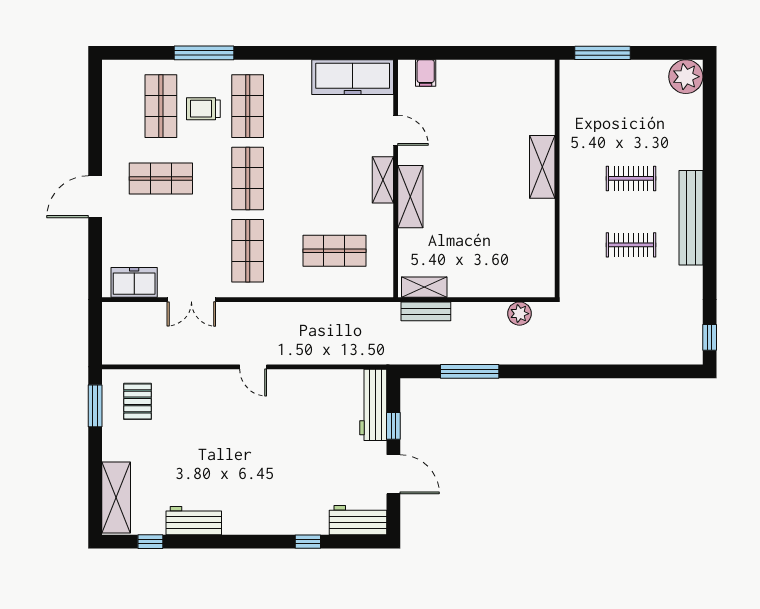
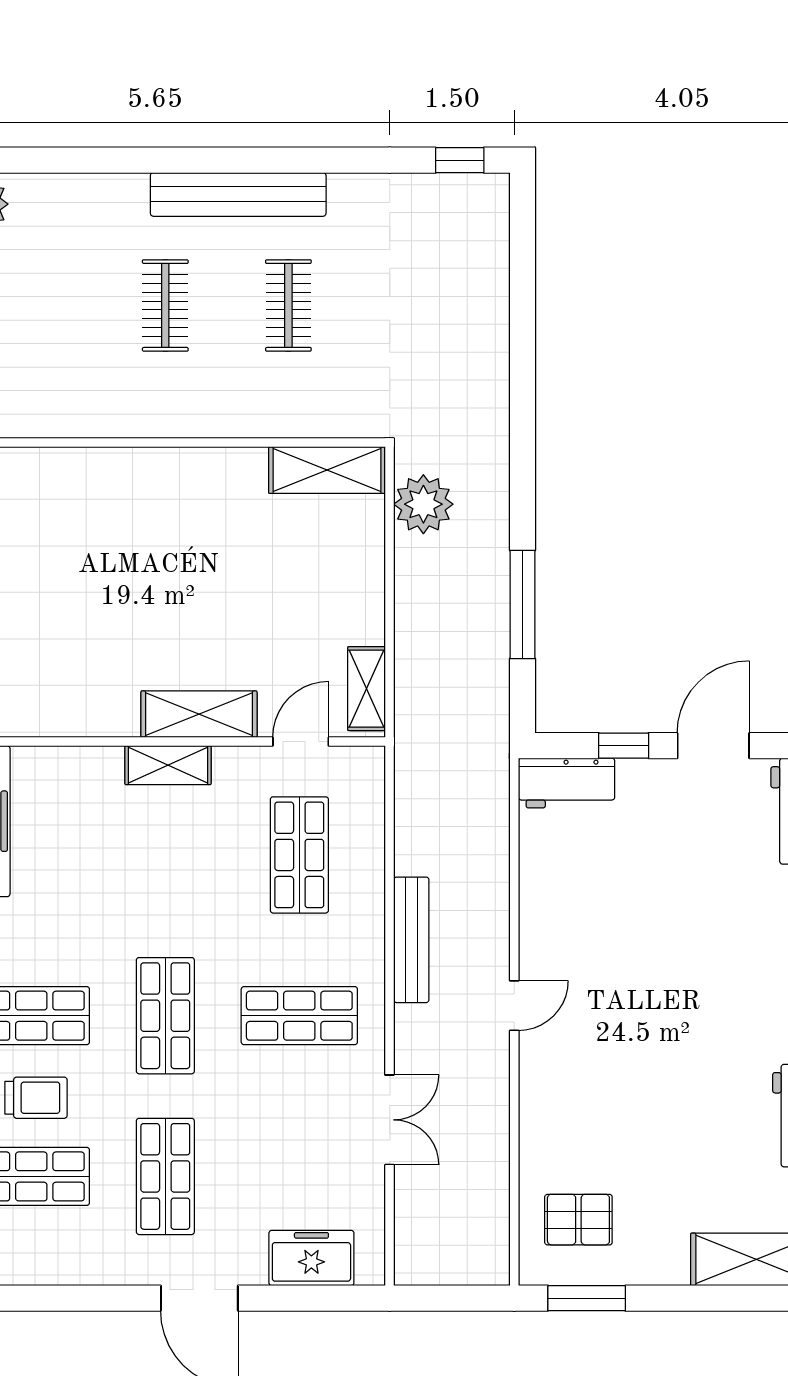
trolley: (203, 109) -> (36, 1098), turned -90
door: (396, 130) -> (301, 742), moved
shelving: (542, 167) -> (327, 470), moved
shop shelf: (248, 178) -> (165, 1016), turned 90
freezer: (134, 282) -> (311, 1258), moved, turned 90
bench: (426, 311) -> (411, 940), moved, width x1.36
plant: (519, 314) -> (423, 504), width x1.36, depth x1.36
workbench: (373, 405) -> (567, 783), width x0.73

